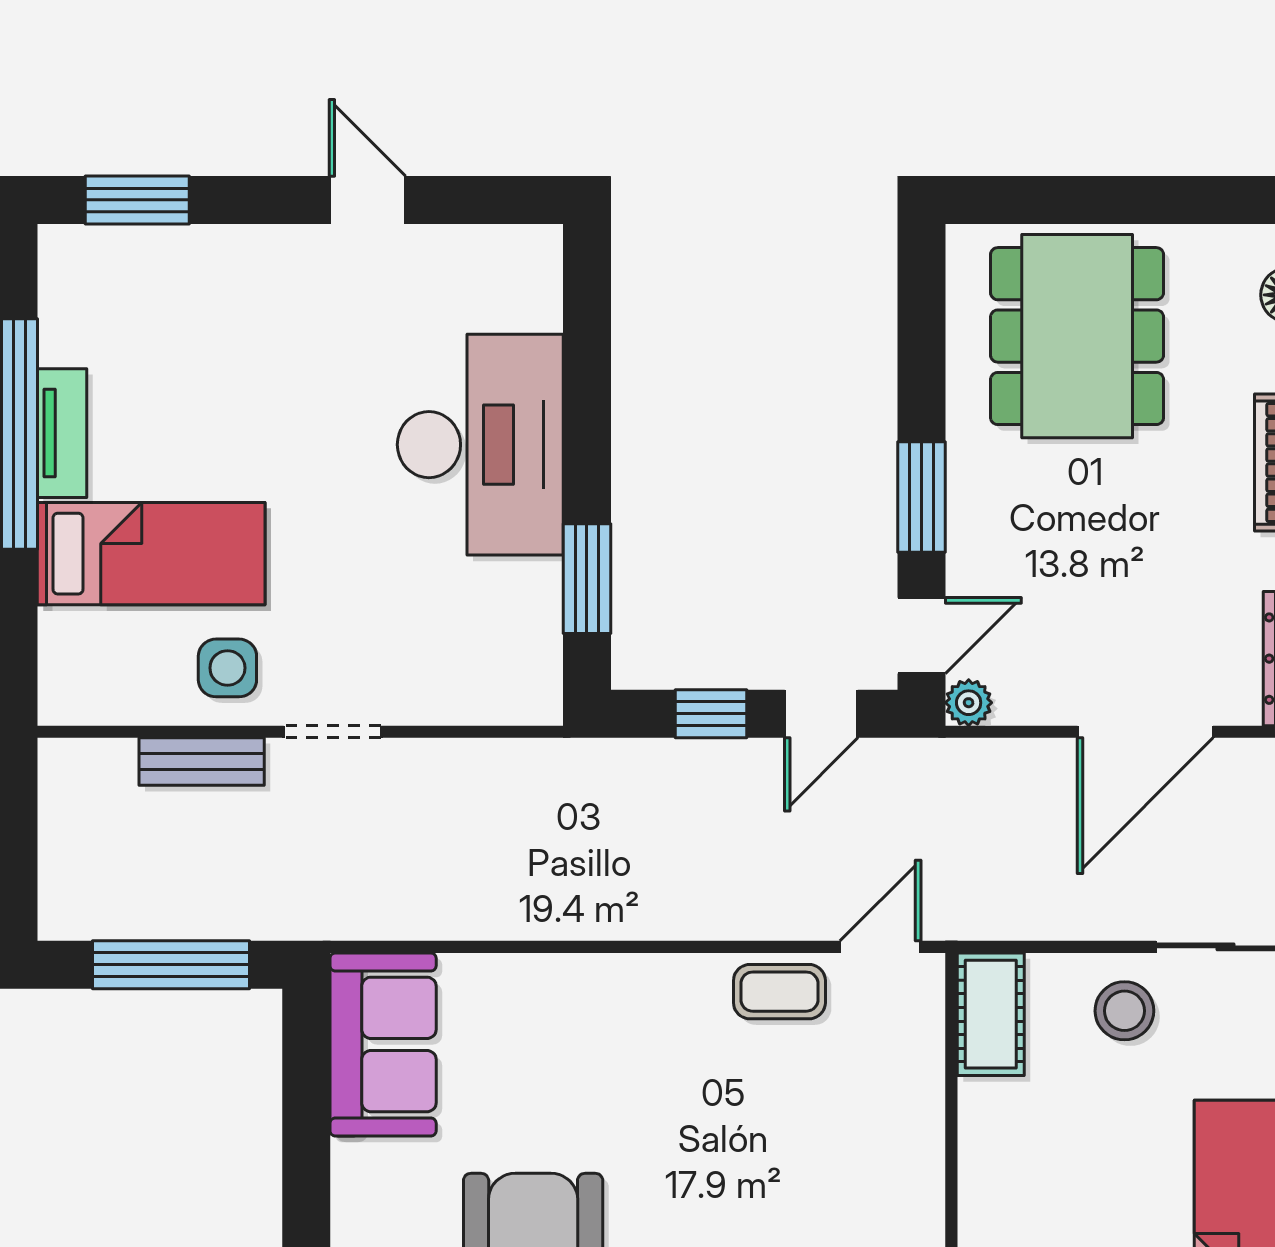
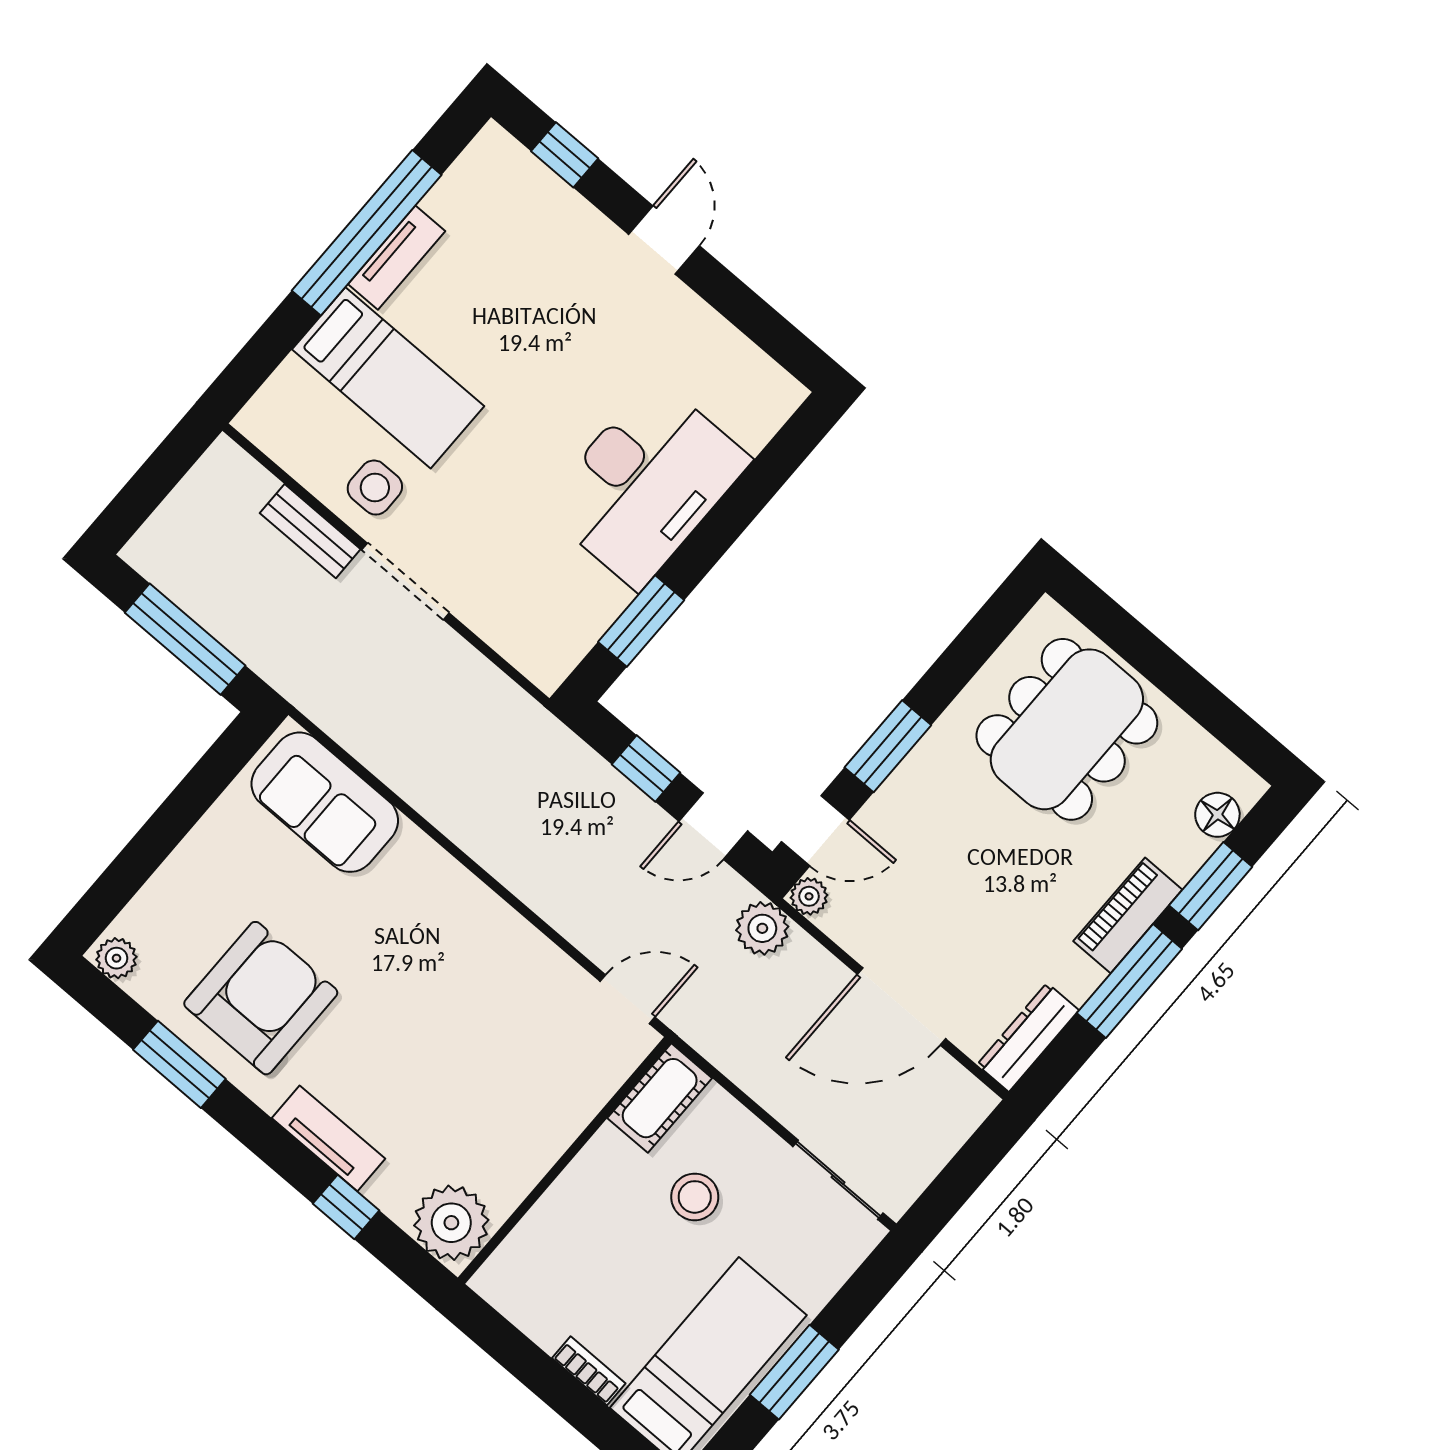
window: (137, 200) -> (565, 155), width x0.67
door: (367, 200) -> (664, 240), moved
doorway: (332, 732) -> (406, 581), width x1.38
plant: (950, 771) -> (762, 928), added
coffee table: (779, 992) -> (542, 974), removed
stool: (1124, 1011) -> (695, 1197), moved
sofa: (383, 1044) -> (325, 802), moved, turned 90

